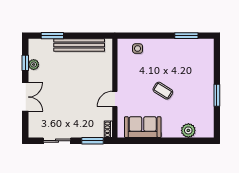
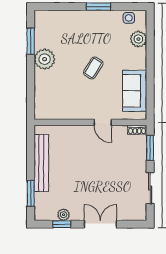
plant: (171, 48) -> (45, 59), added
side table: (138, 49) -> (129, 18), moved

